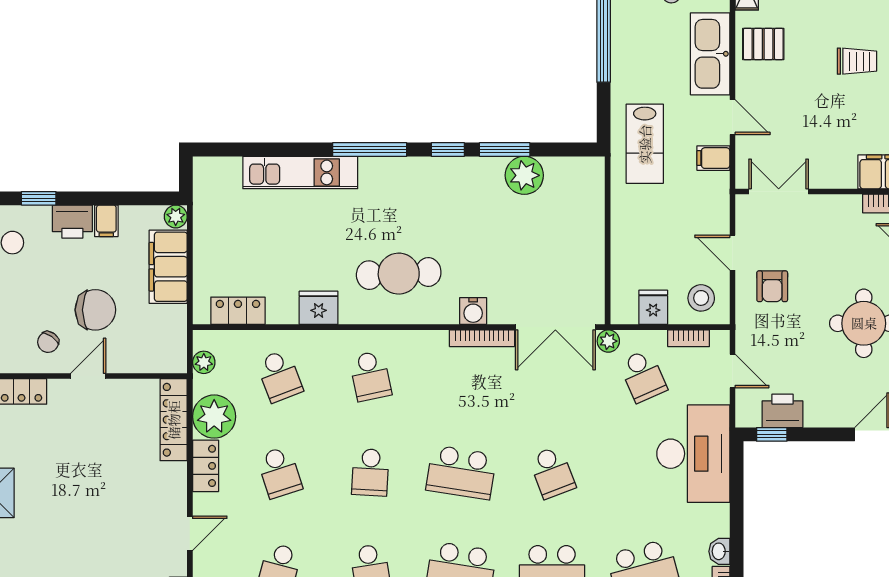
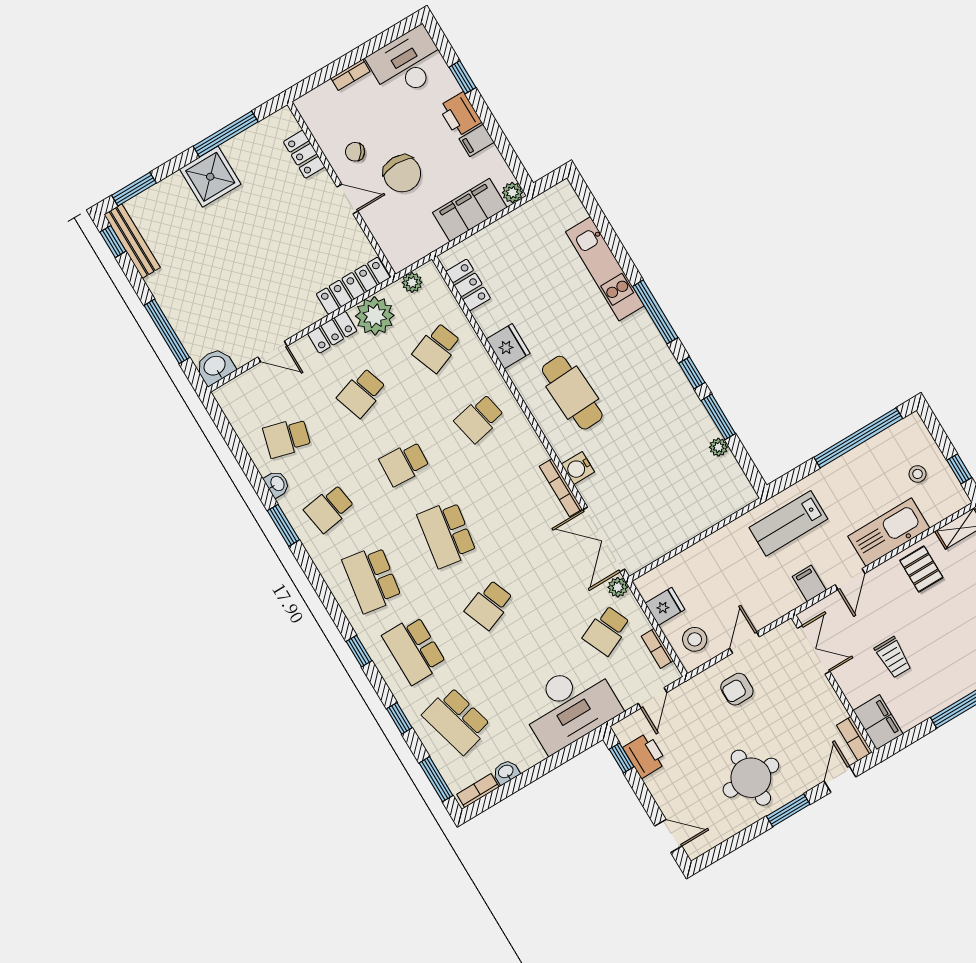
trolley: (857, 61) -> (893, 657), moved
plant: (524, 175) -> (718, 447), width x0.53, depth x0.53

